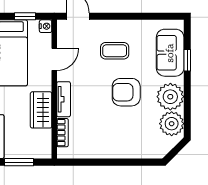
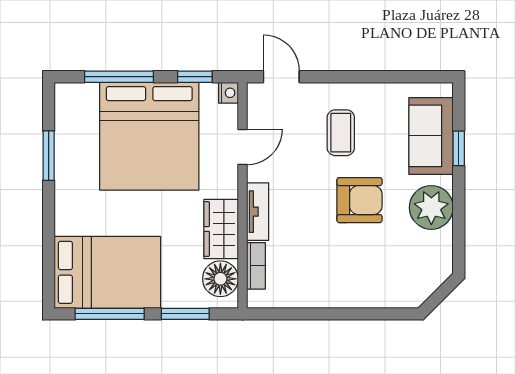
coffee table: (115, 51) -> (341, 133), turned 90
armchair: (126, 92) -> (359, 200), turned 180
plant: (172, 124) -> (433, 251), removed
floor lamp: (41, 141) -> (220, 279), added

